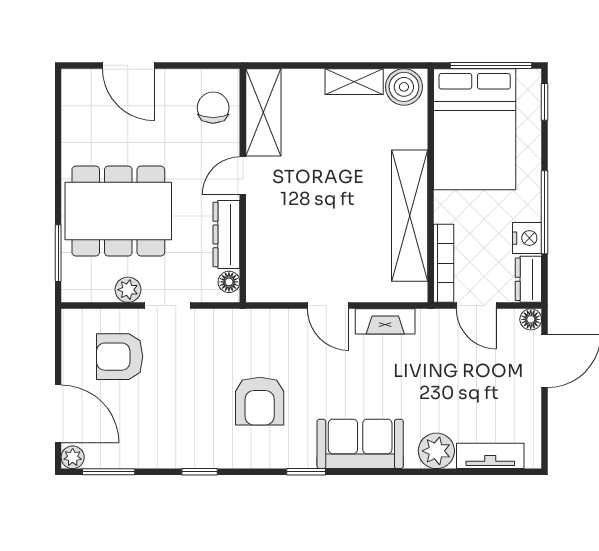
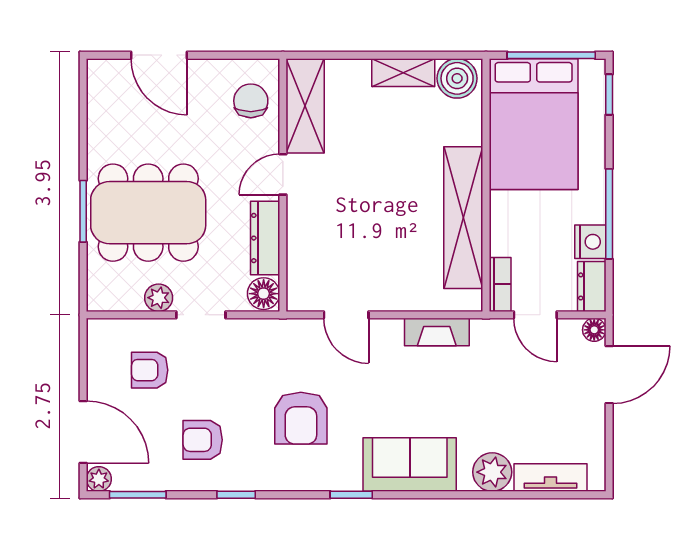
window: (58, 253) -> (83, 211), moved
bookcase: (444, 263) -> (500, 284), width x0.64
floor lamp: (229, 282) -> (264, 294), width x1.37, depth x1.37
door: (328, 306) -> (346, 315), moved
armchair: (120, 357) -> (150, 370), width x0.72, depth x0.72
armchair: (169, 421) -> (203, 440), added

